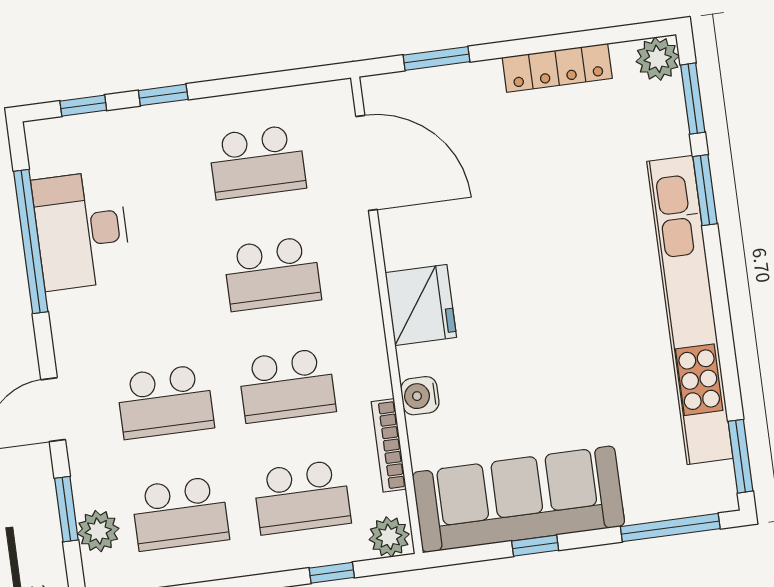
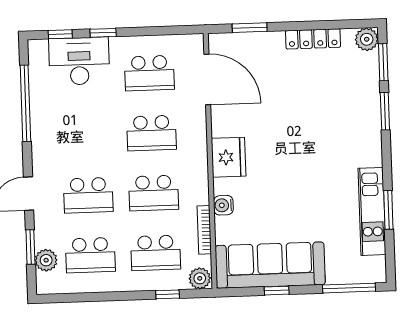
desk: (81, 230) -> (79, 61), moved, turned 90
kitchen unit: (690, 310) -> (372, 211), width x0.54
window: (740, 456) -> (388, 210), moved

